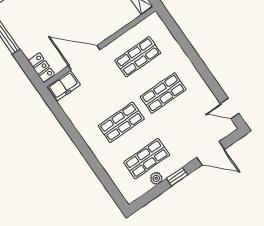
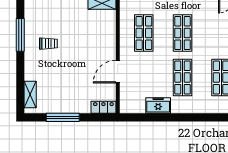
door: (84, 58) -> (118, 72), width x0.73
freezer: (64, 86) -> (158, 105), moved, turned -90

